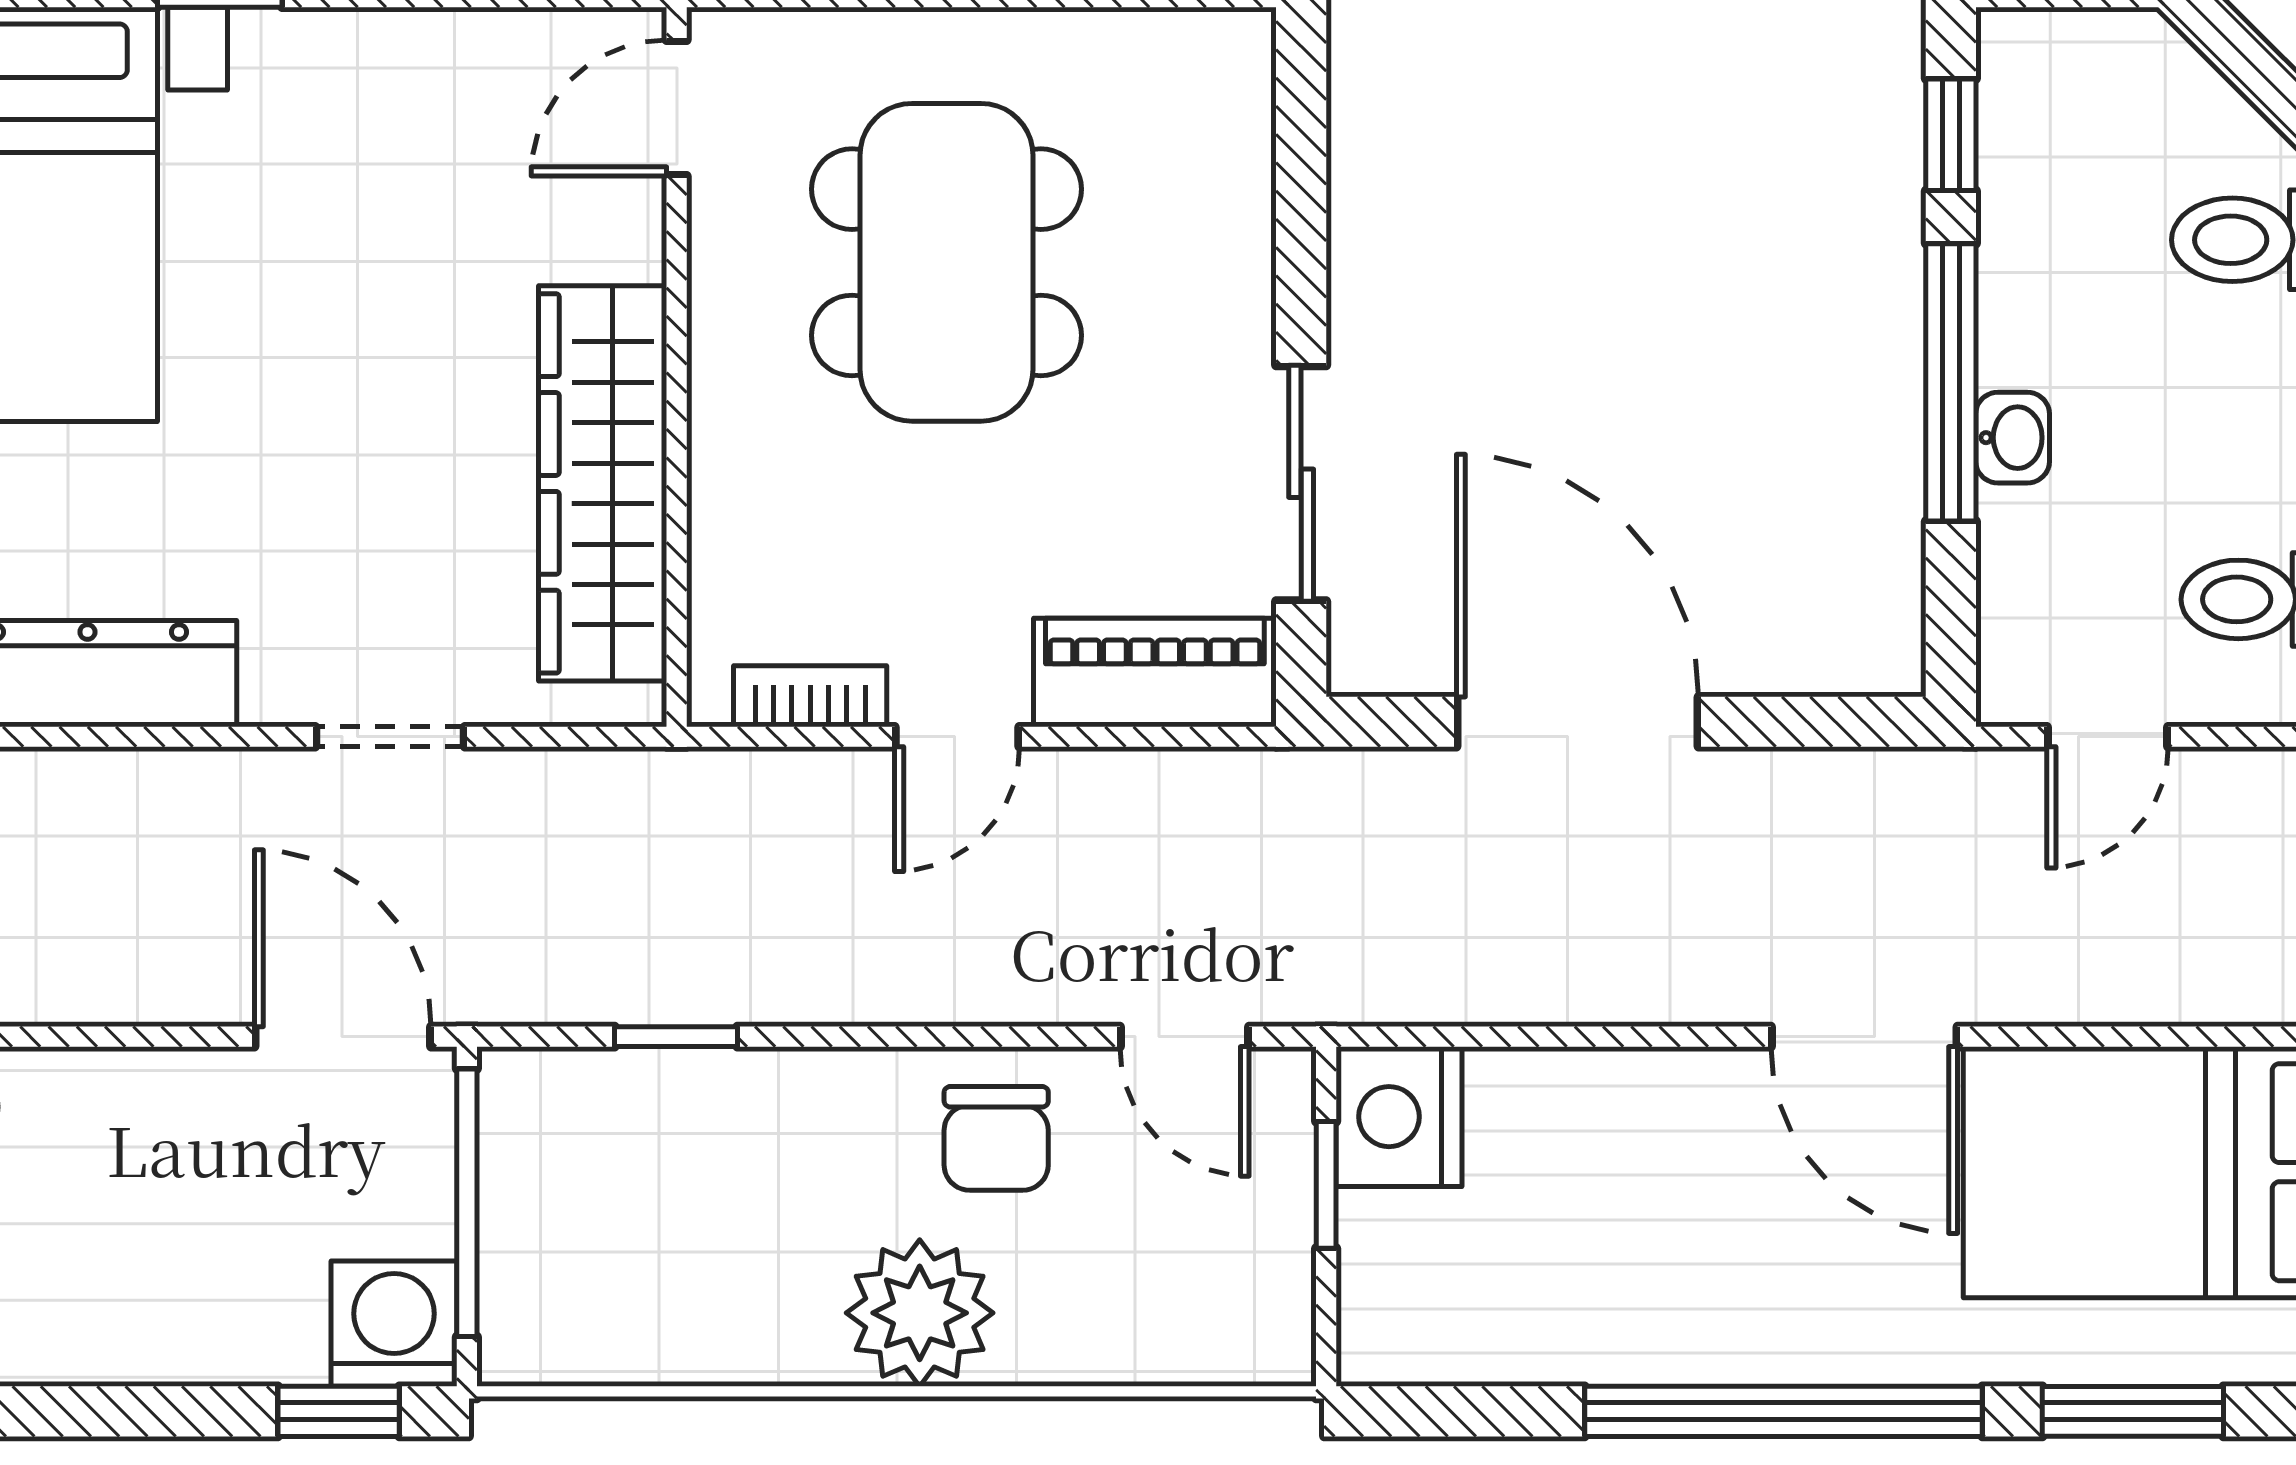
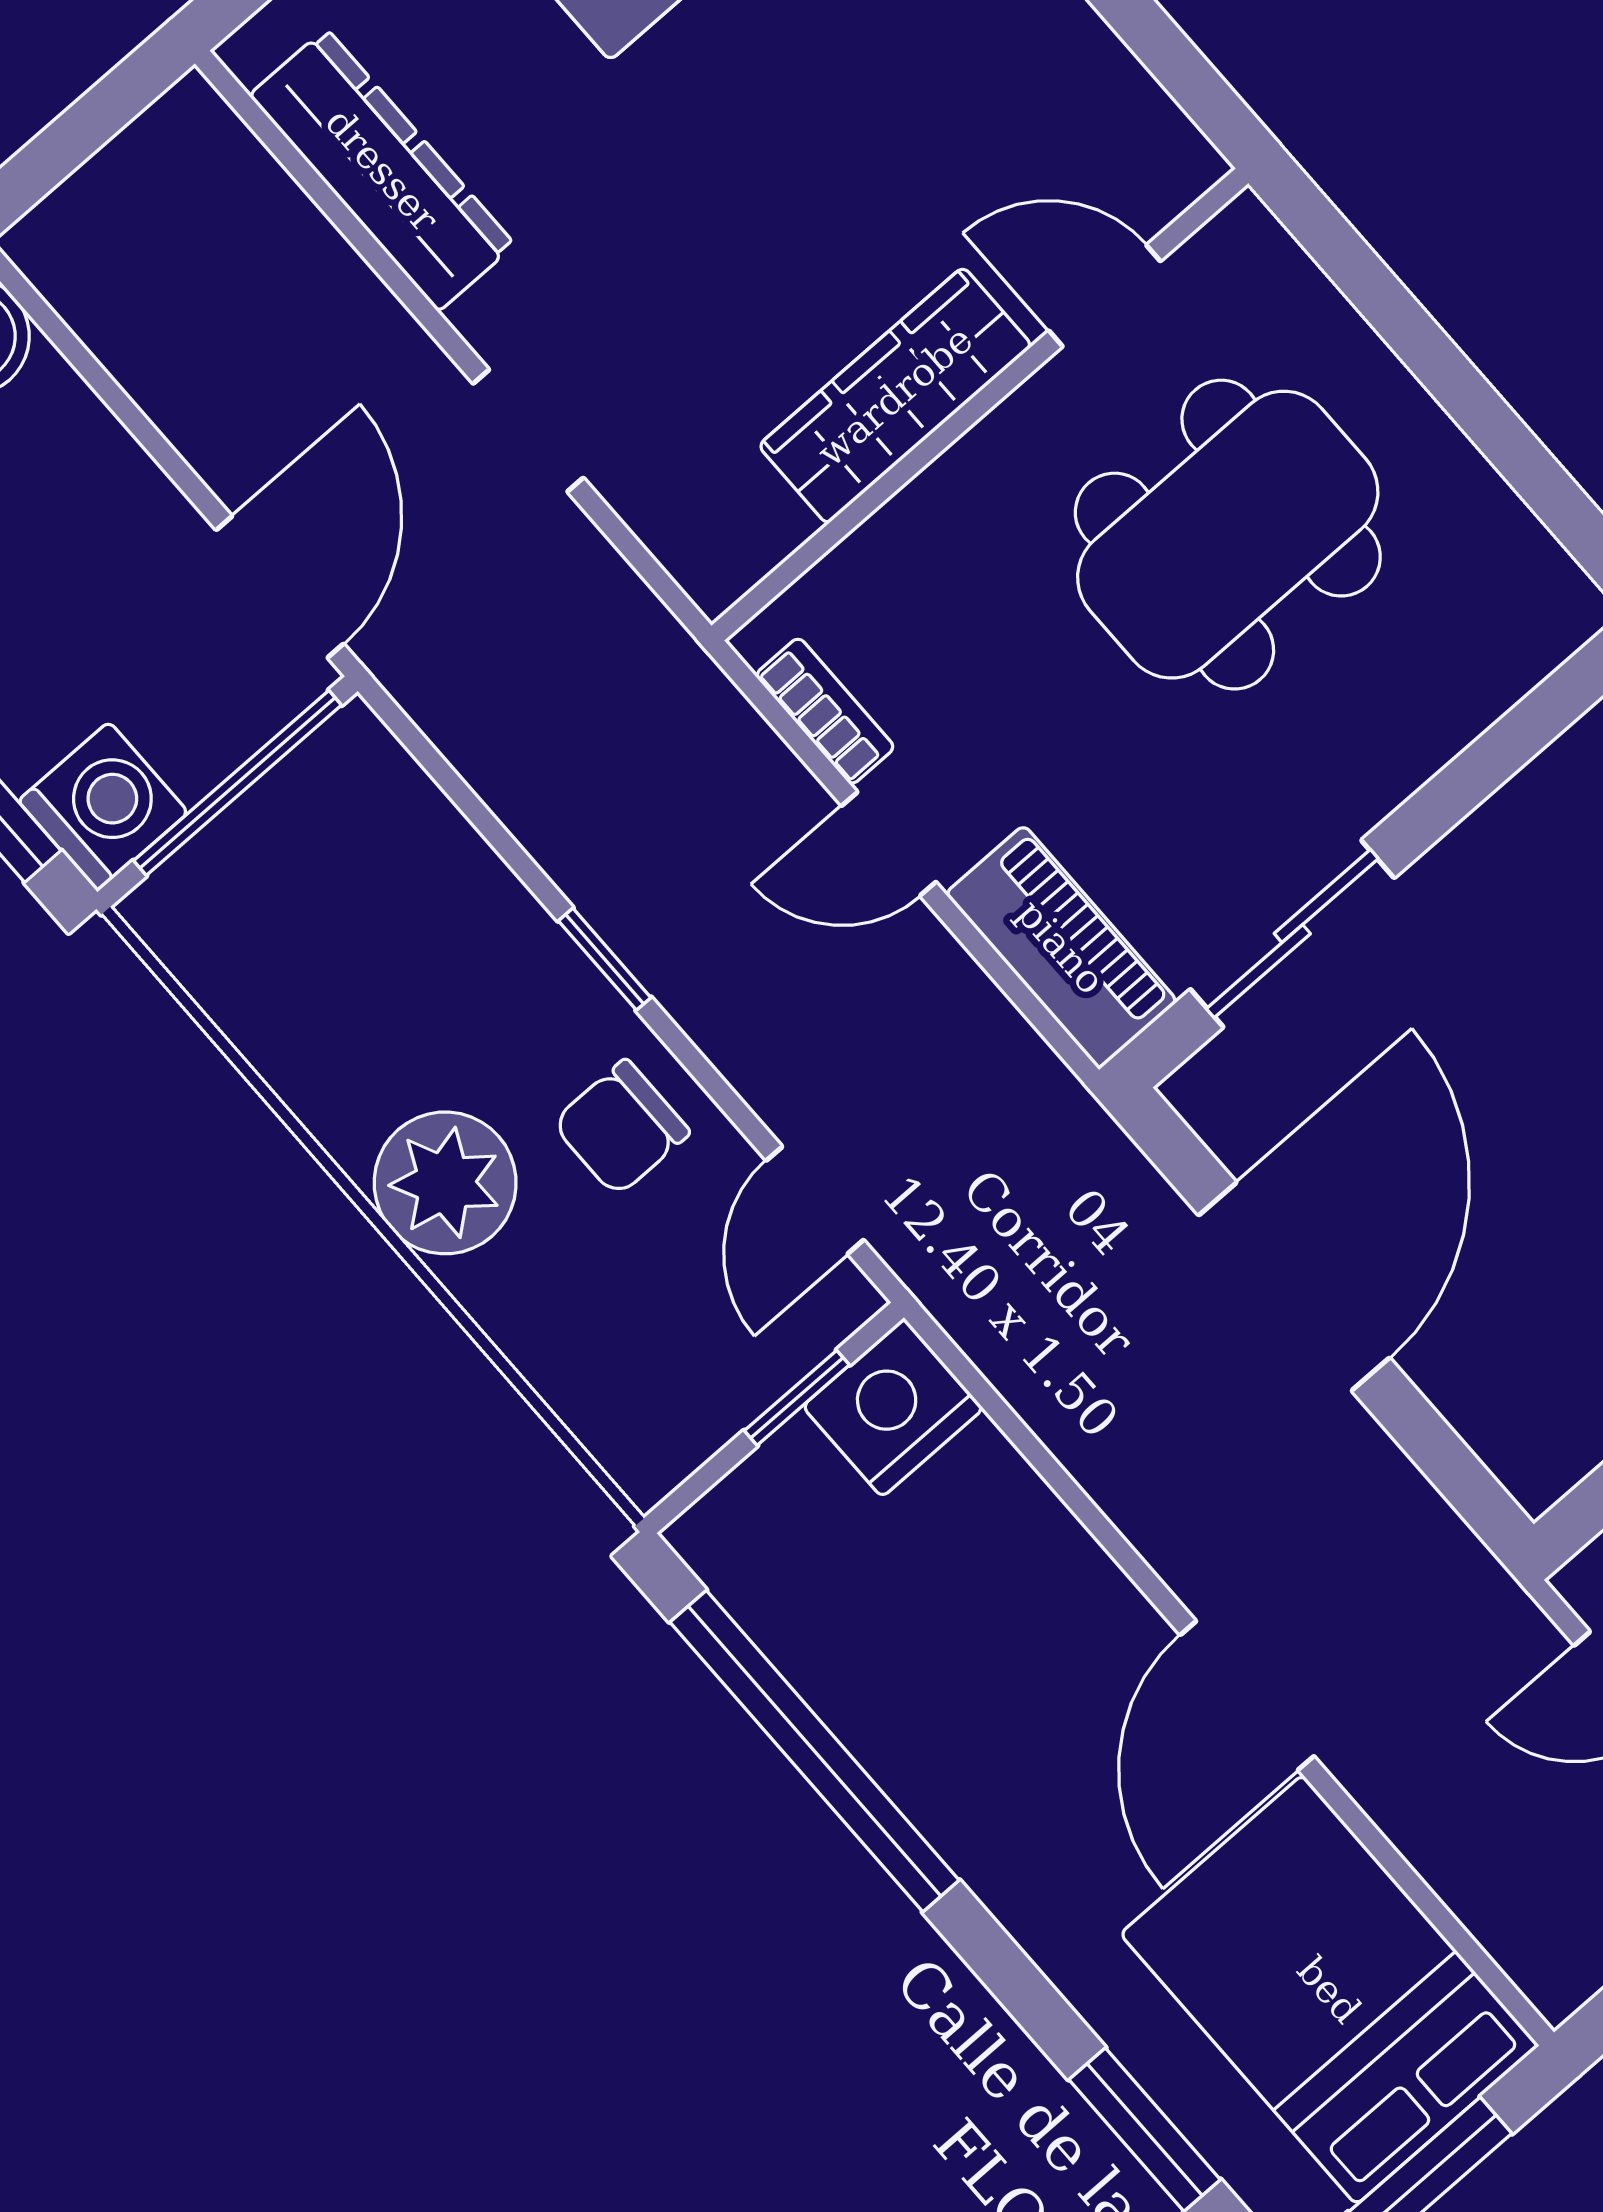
door: (677, 108) -> (1105, 296), moved
wardrobe: (603, 483) -> (895, 396), width x0.71, depth x0.85
window: (676, 1037) -> (605, 959), moved
window: (1783, 1411) -> (815, 1751), moved

